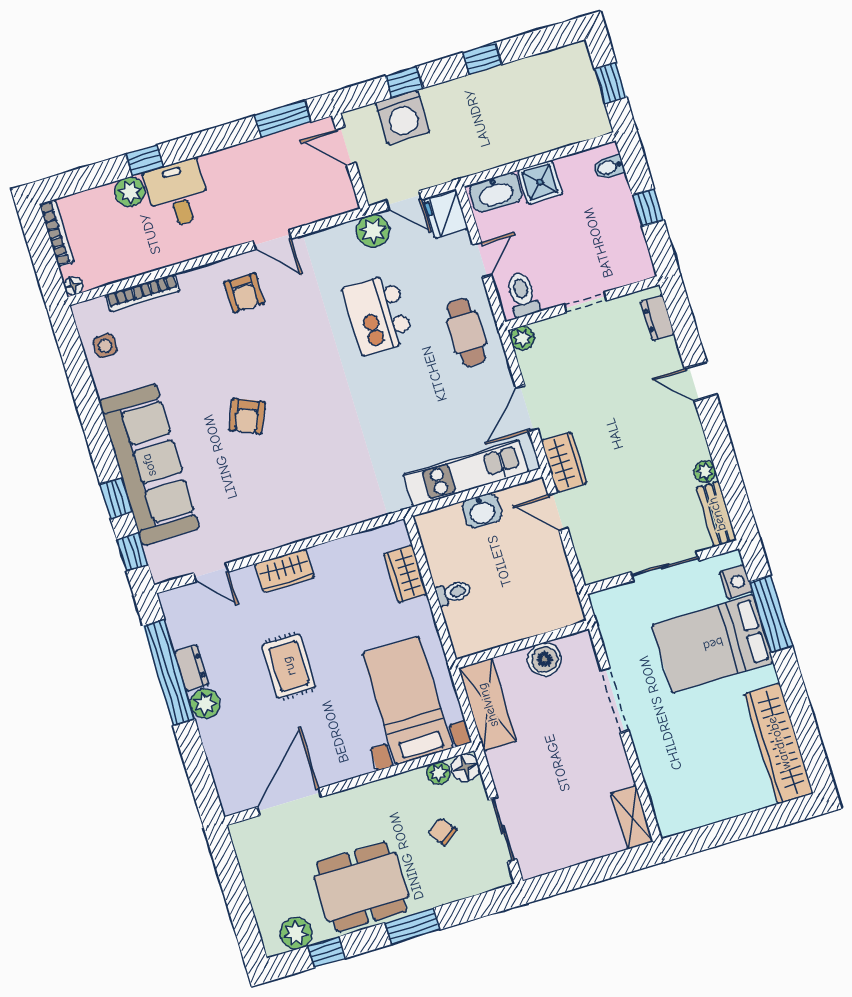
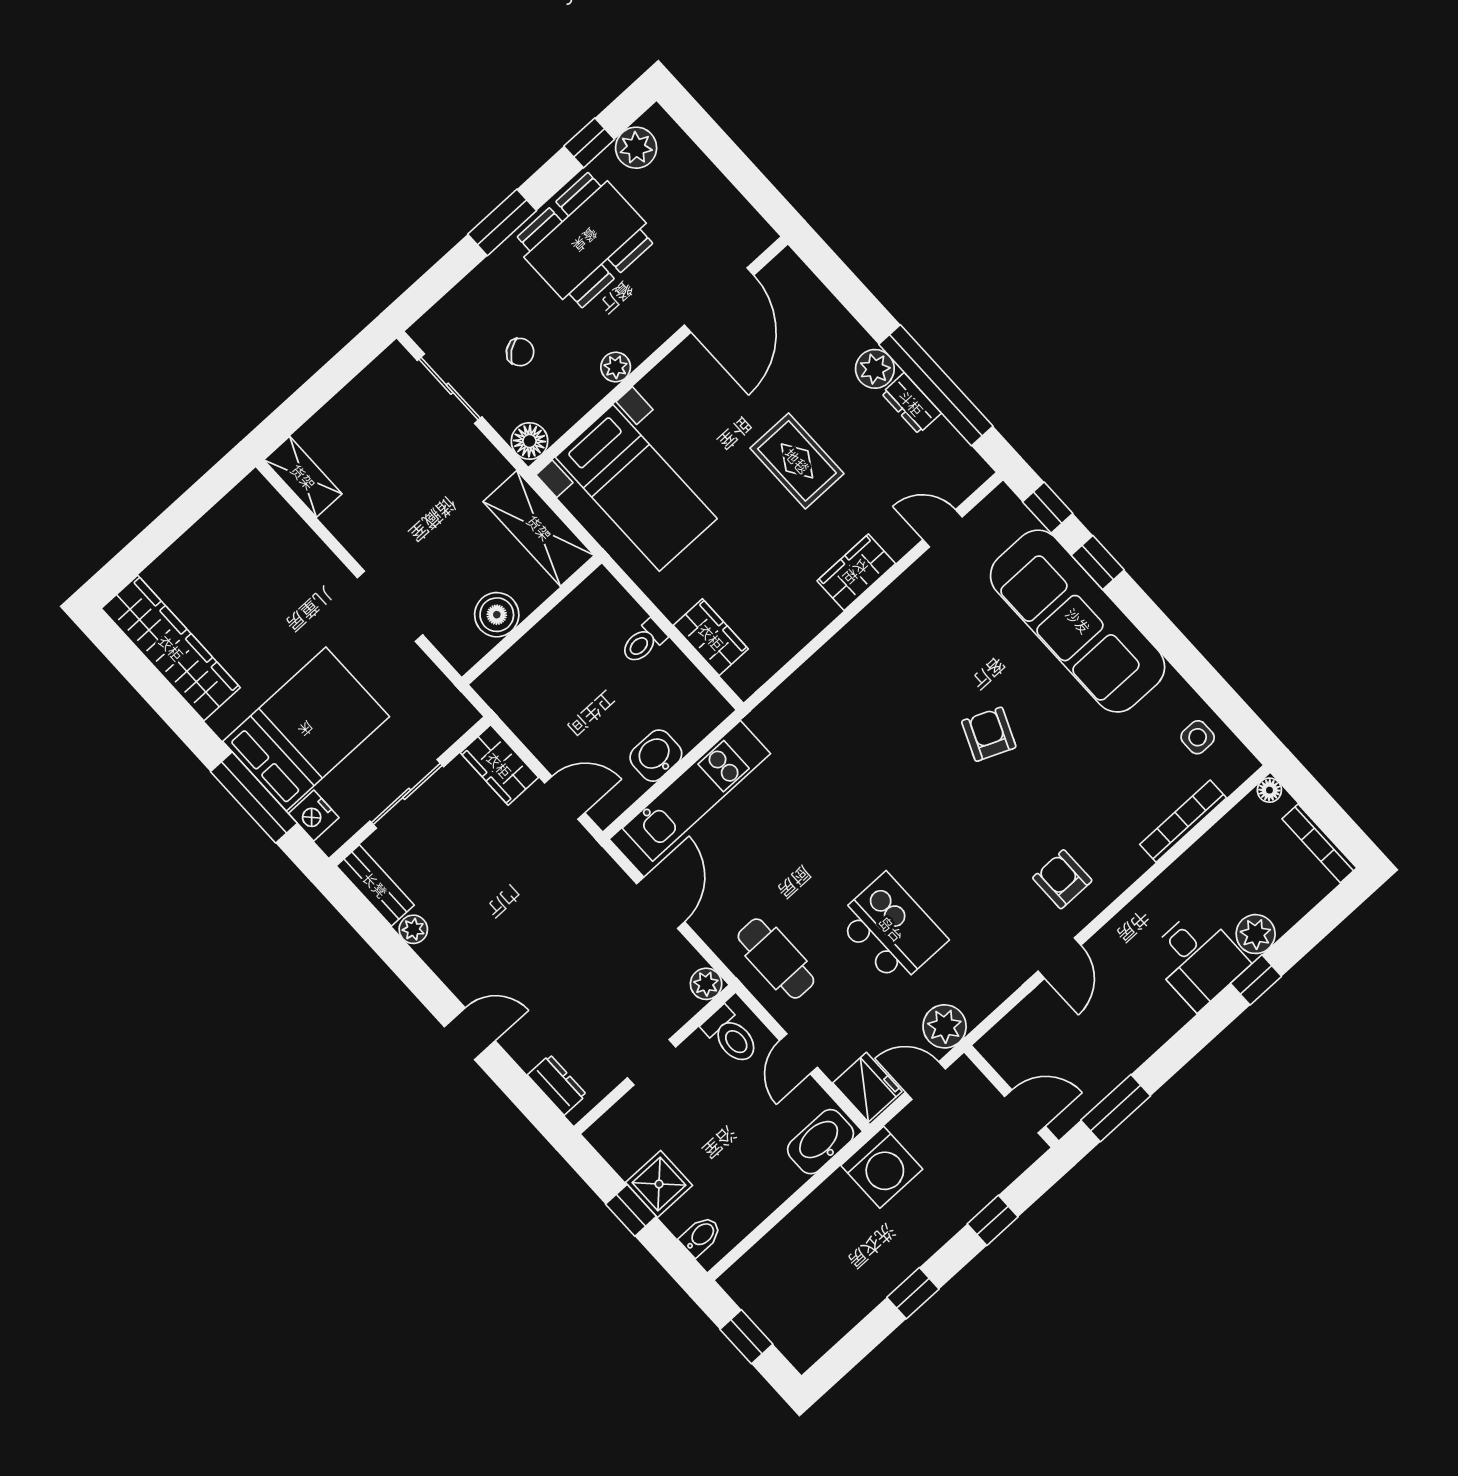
washing machine: (403, 117) -> (882, 1167), moved, turned 180
shower: (540, 182) -> (659, 1184), moved
door: (272, 240) -> (1059, 958), swing flipped
wardrobe: (564, 462) -> (499, 765), moved
plant: (438, 773) -> (616, 367), moved

